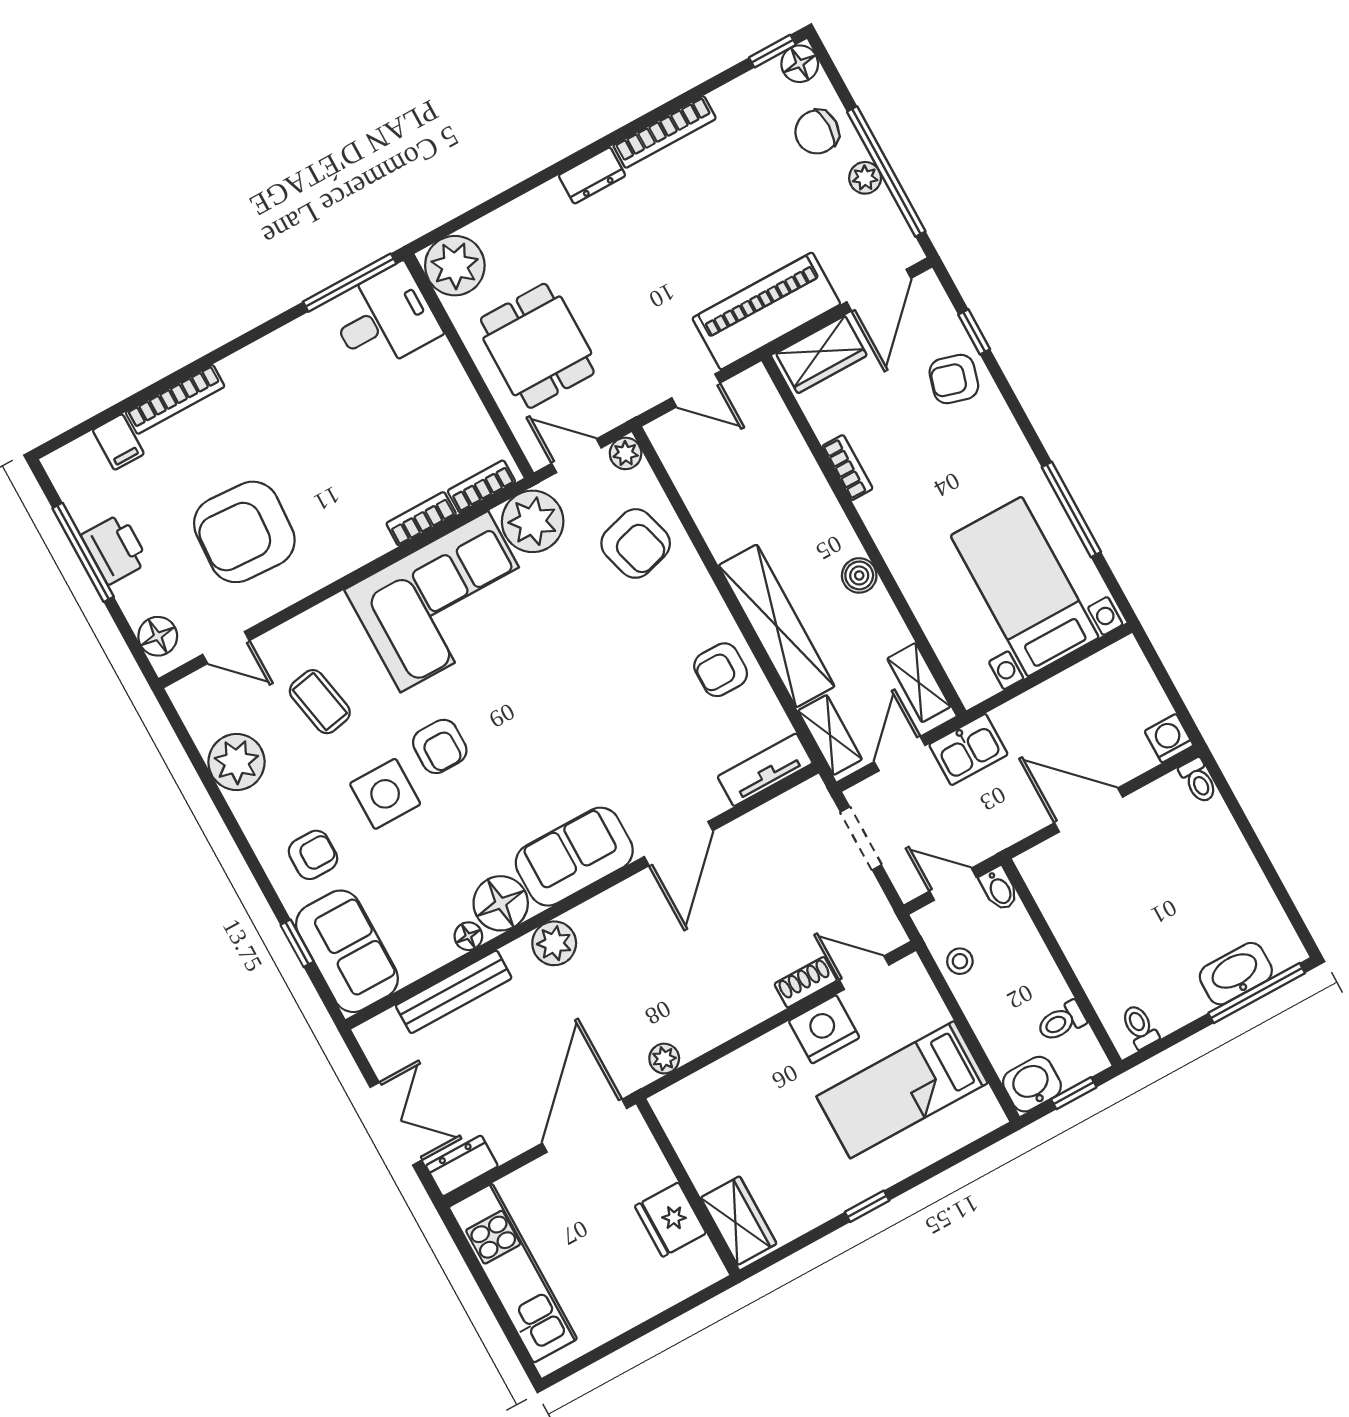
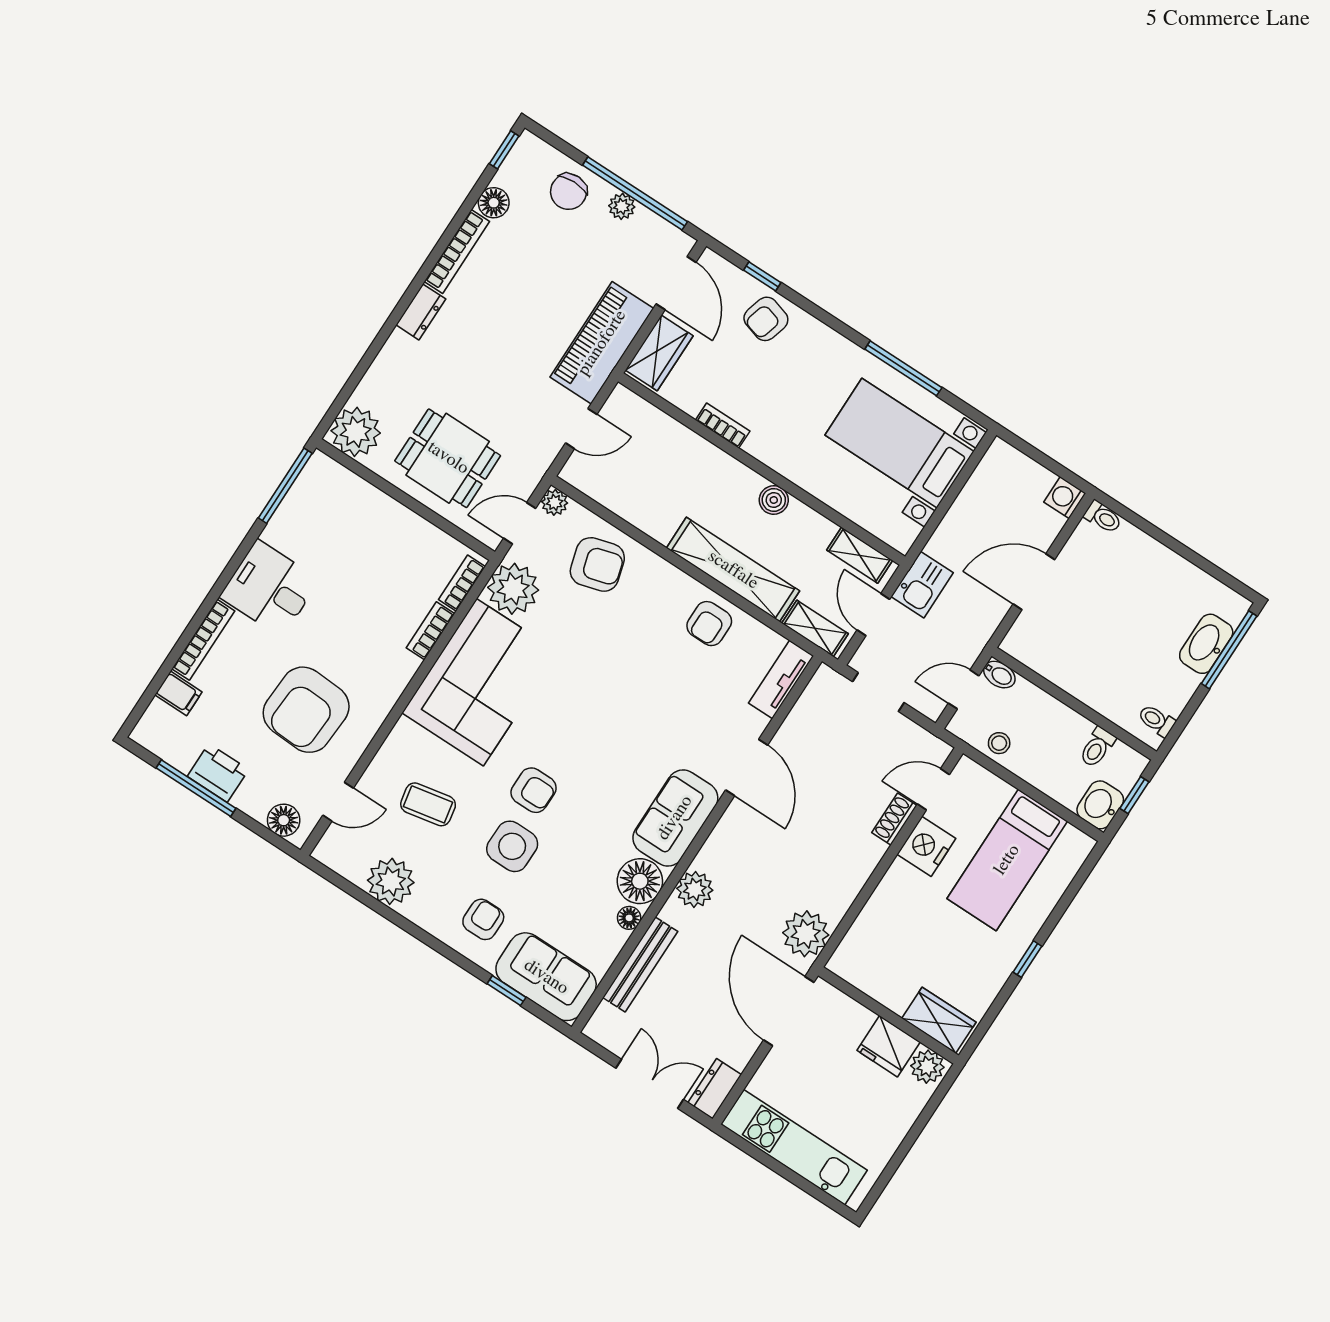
floor lamp: (800, 64) -> (494, 203), moved
desk: (384, 319) -> (270, 588), moved, turned -90
plant: (664, 1059) -> (806, 934), width x1.87, depth x1.87
plant: (700, 1263) -> (927, 1067), added

